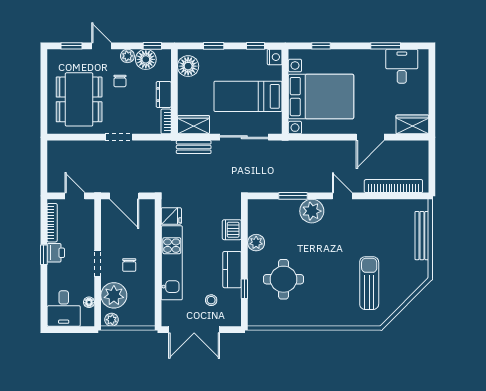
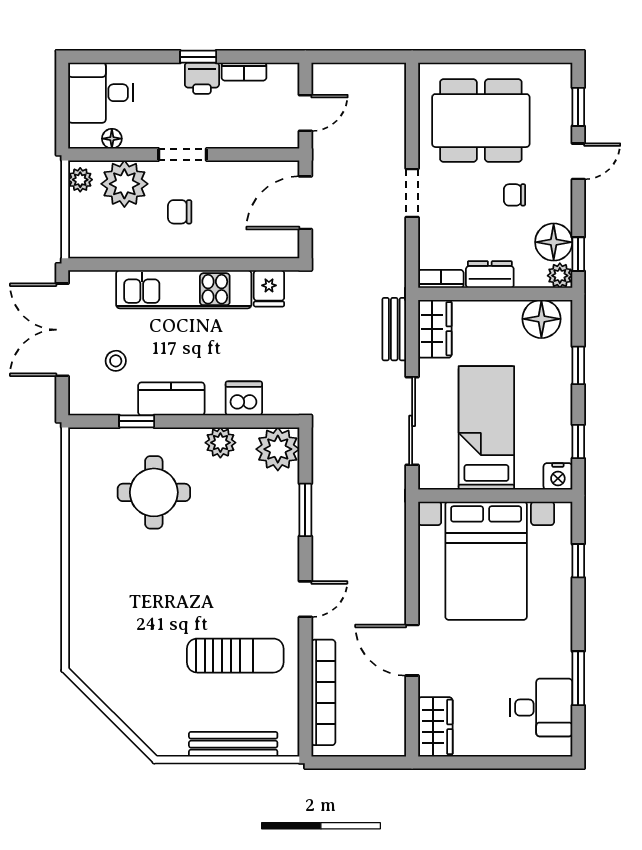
plant: (127, 56) -> (560, 276), moved
plant: (312, 211) -> (278, 449), moved
bookcase: (52, 223) -> (244, 72), width x0.64
sun lounger: (369, 283) -> (235, 656), moved

